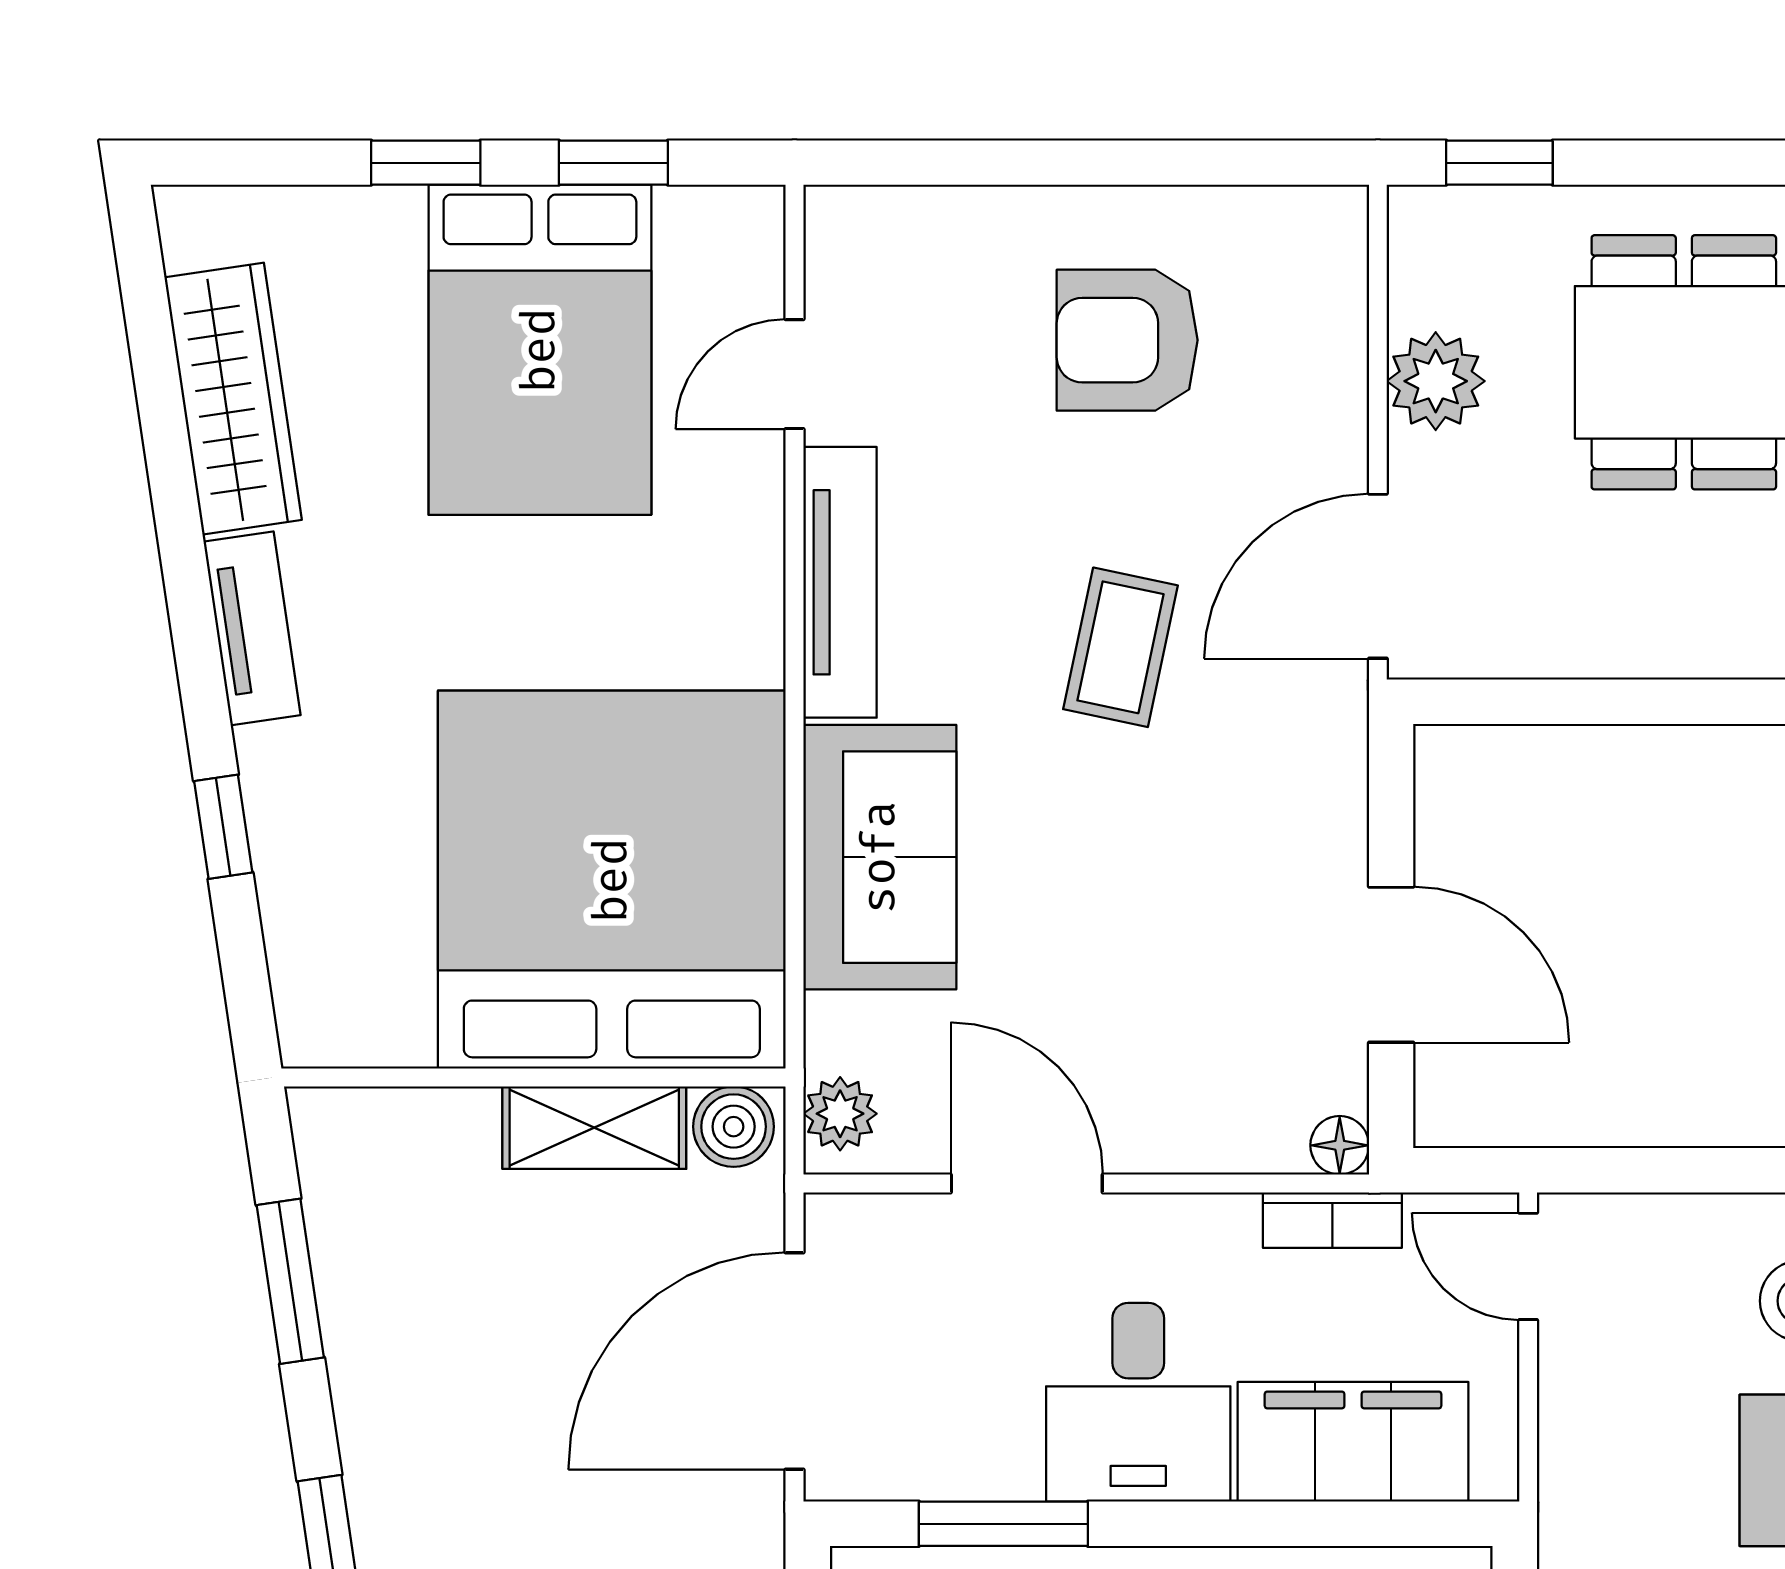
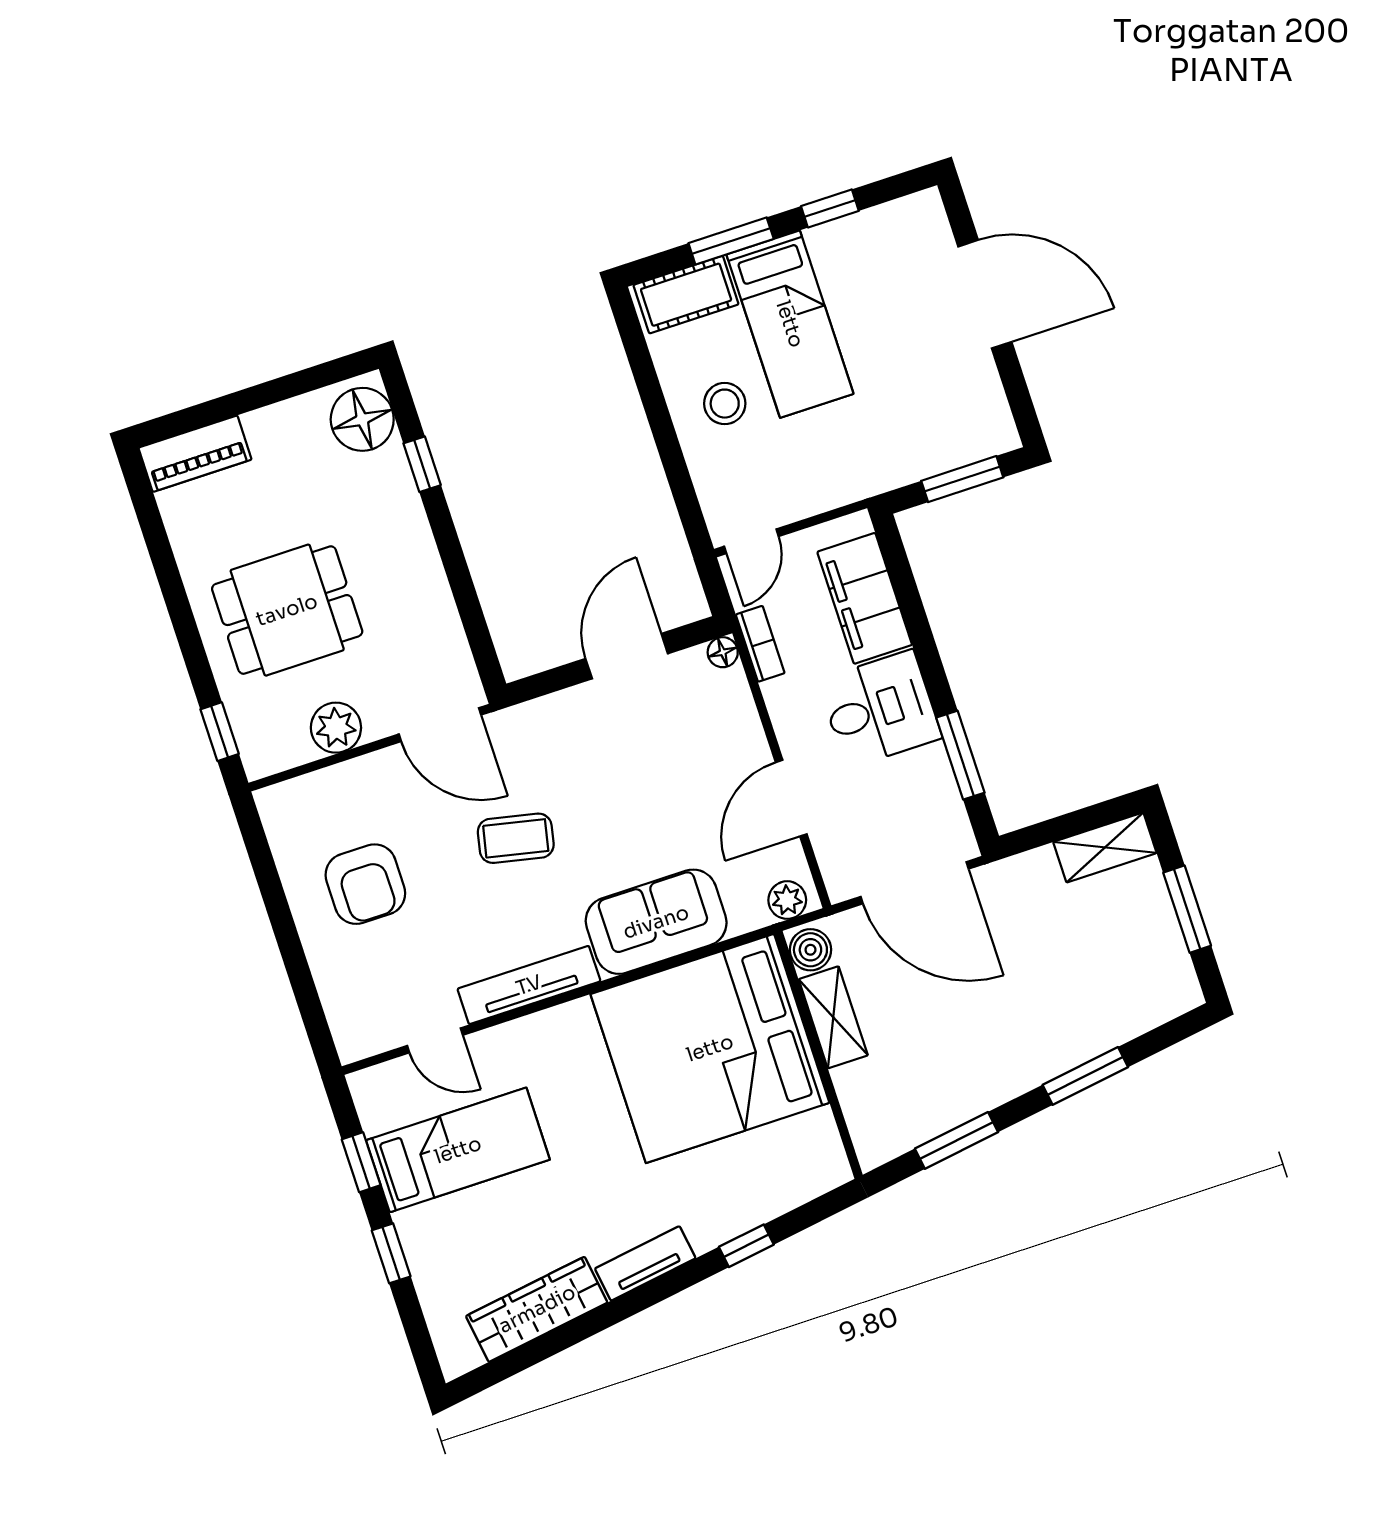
bed: (540, 350) -> (458, 1150), width x0.67

